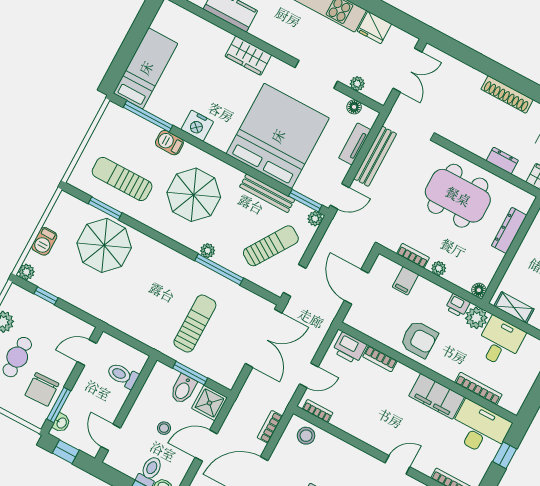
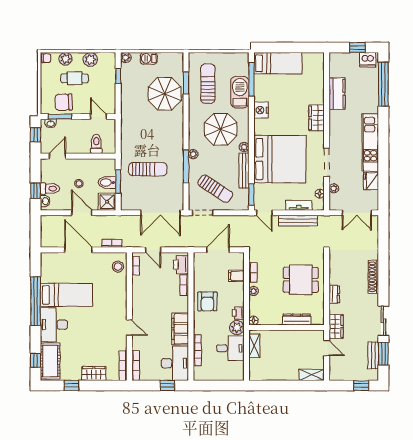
barbecue: (169, 143) -> (240, 92), width x1.88, depth x1.53
dining table: (458, 196) -> (301, 280), width x0.73
plant: (315, 219) -> (244, 147), moved

